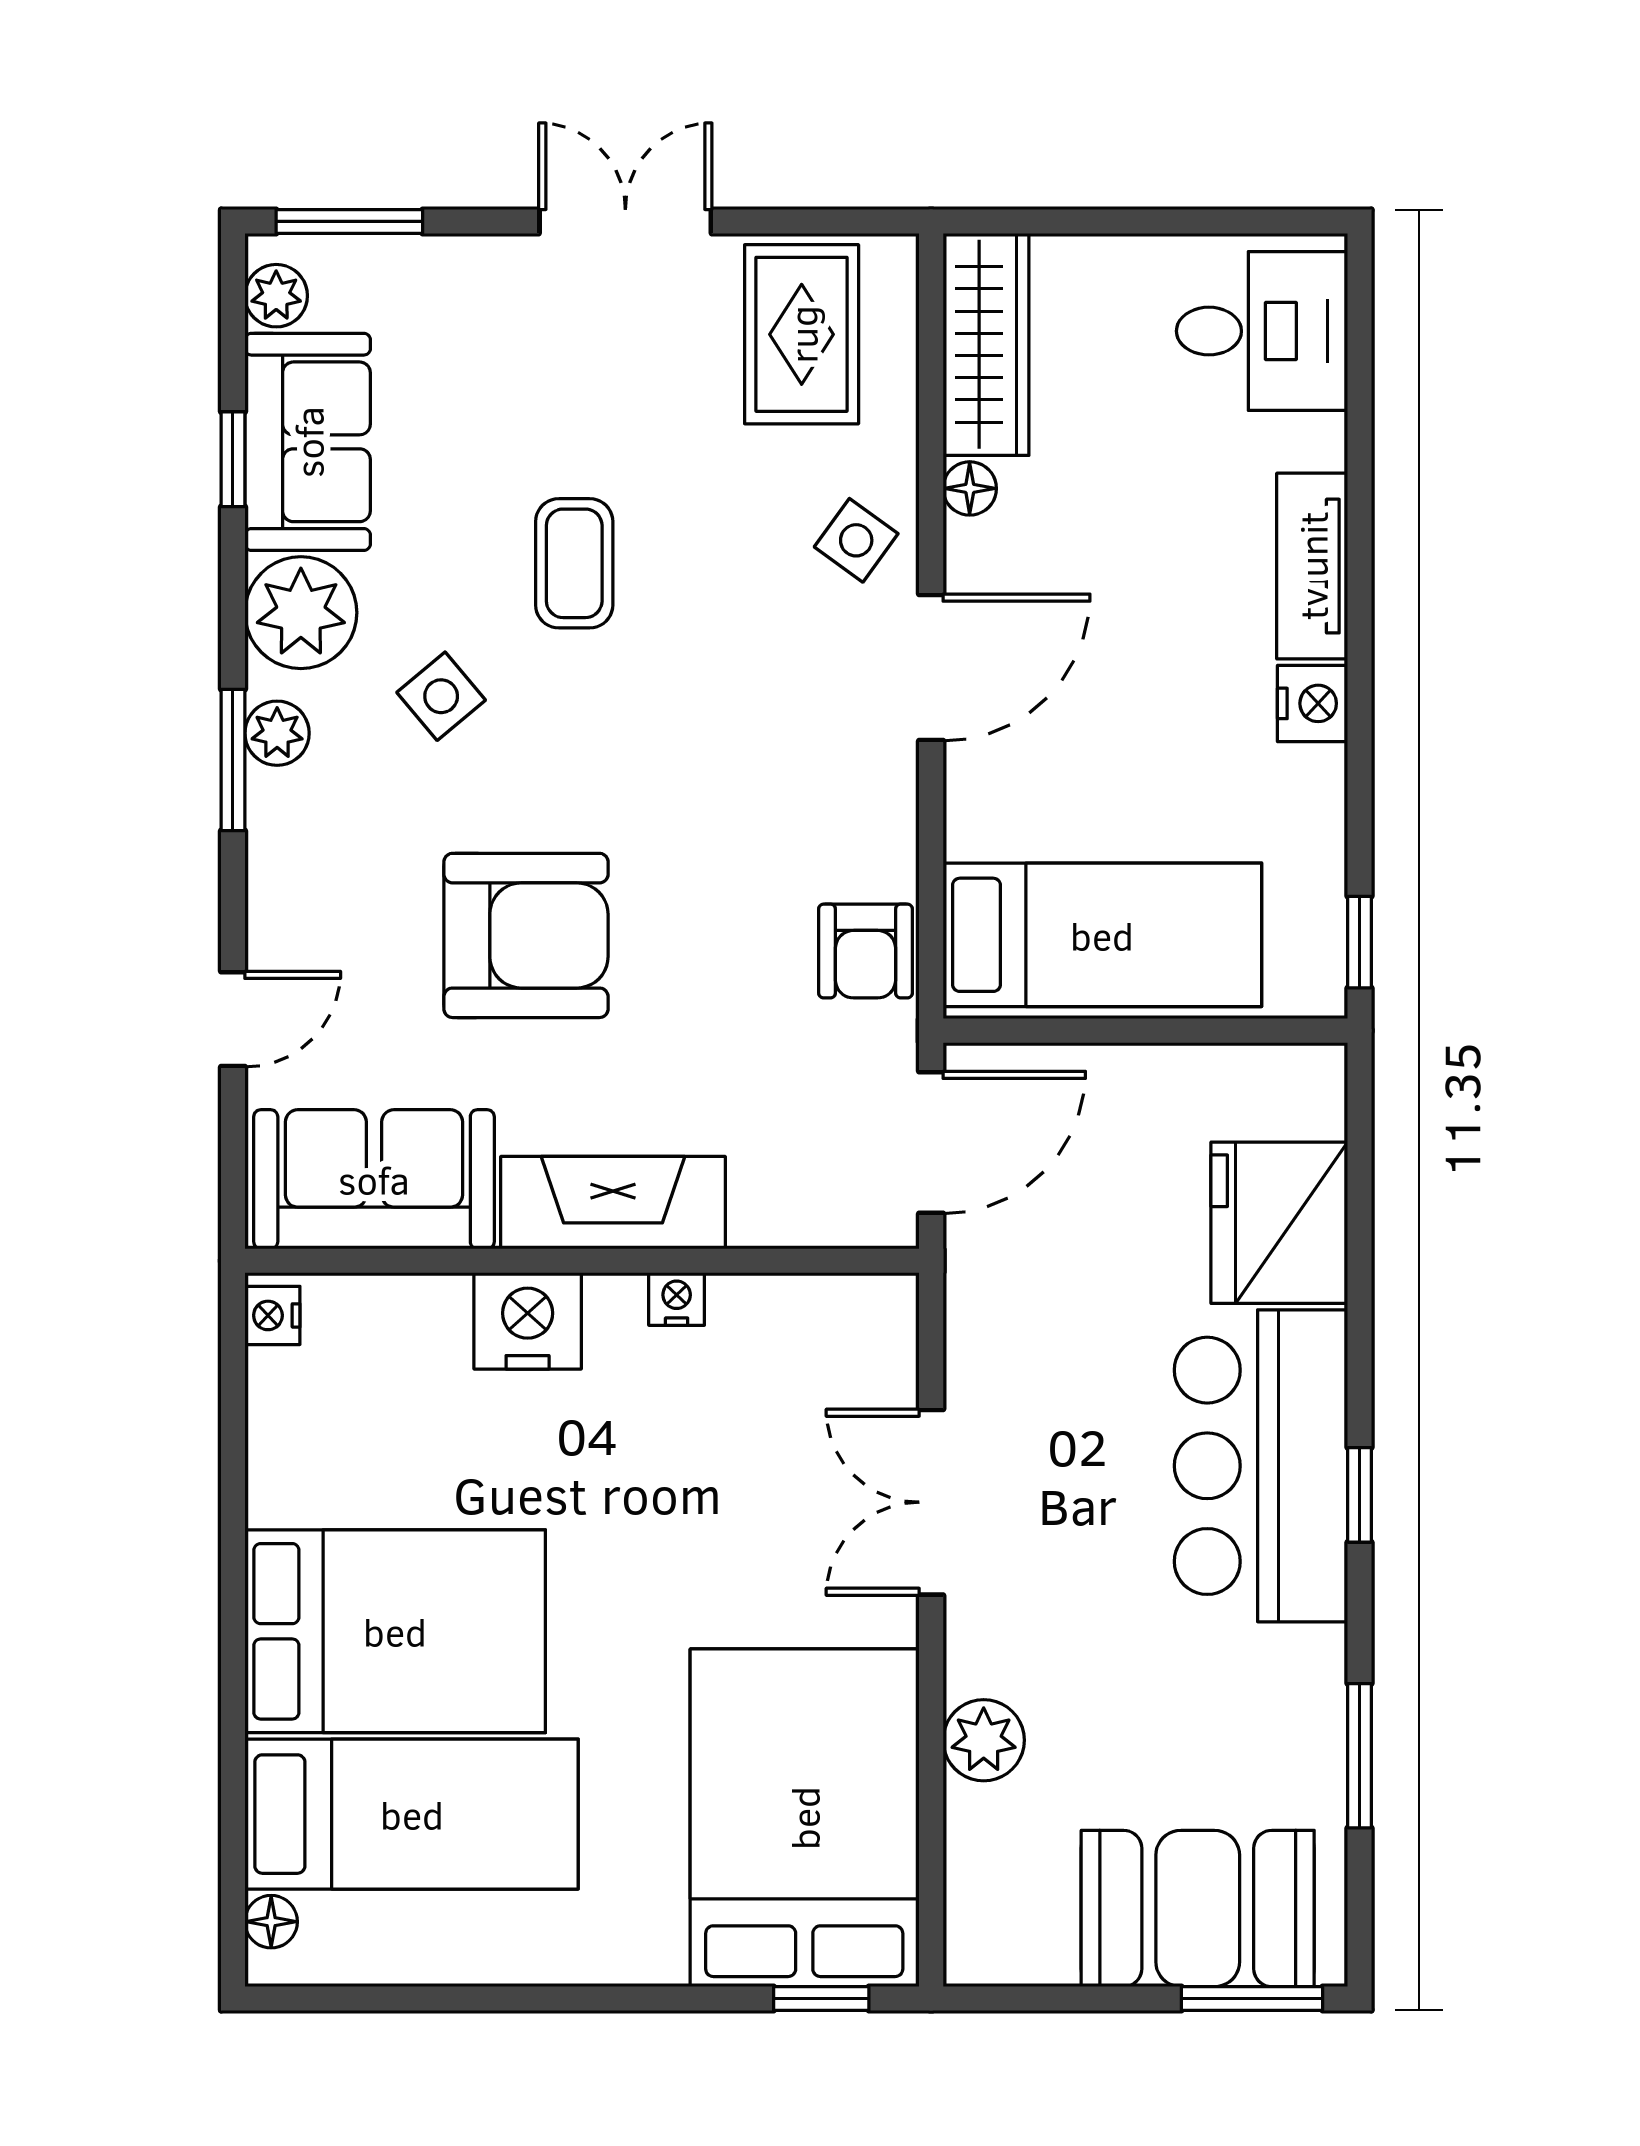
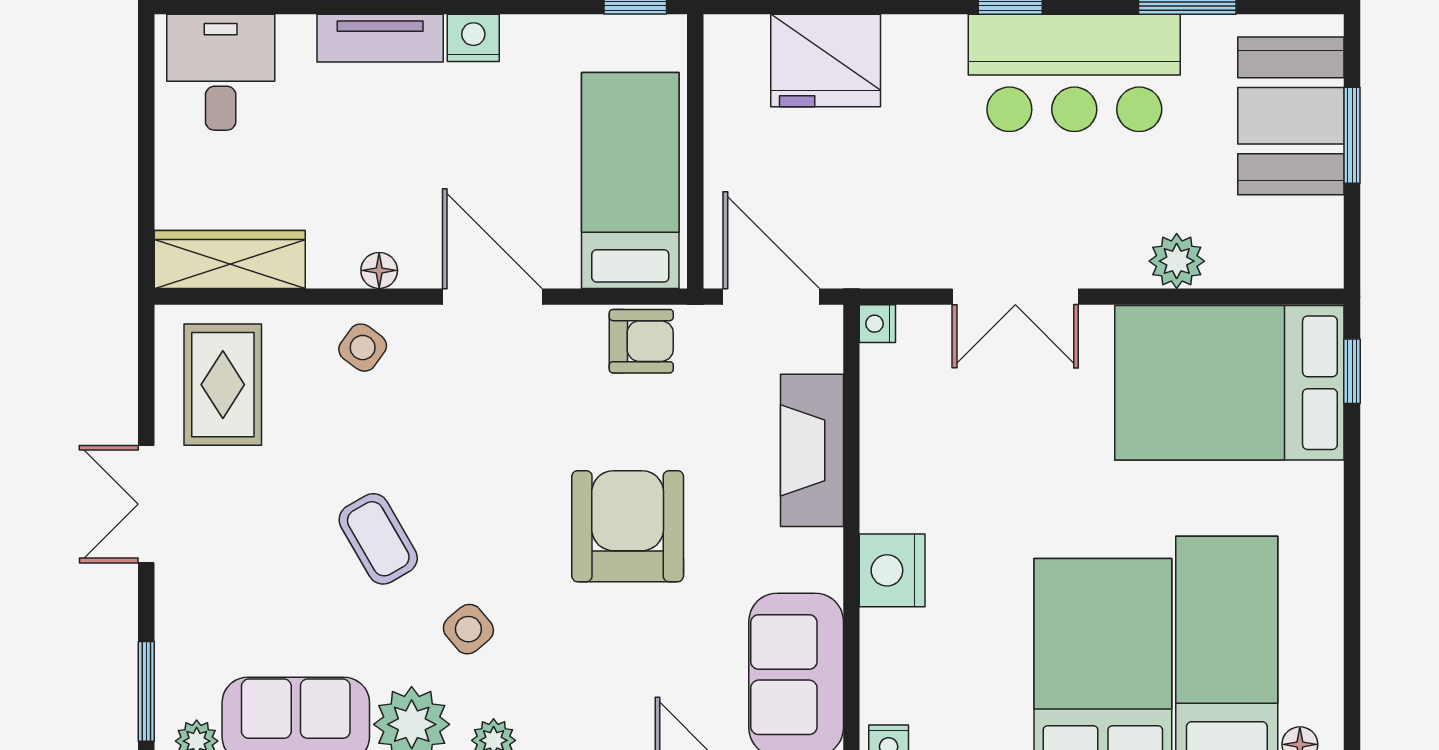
rug: (802, 334) -> (223, 385), turned 90
floor lamp: (970, 488) -> (379, 270), moved
coffee table: (574, 563) -> (378, 539), turned 60
door: (931, 667) -> (492, 297), moved
armchair: (526, 935) -> (628, 526), moved
fireplace: (613, 1203) -> (812, 450), moved
nightstand: (677, 1299) -> (877, 324), moved
bar counter: (1261, 1466) -> (1074, 73), moved
window: (1252, 1999) -> (1352, 135), moved

